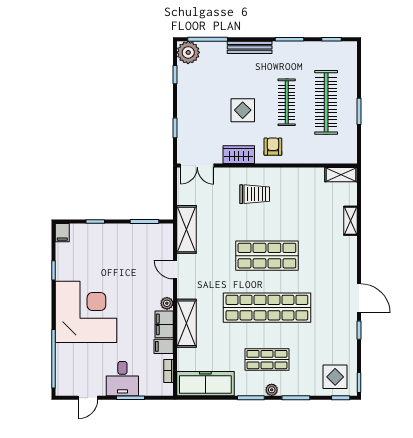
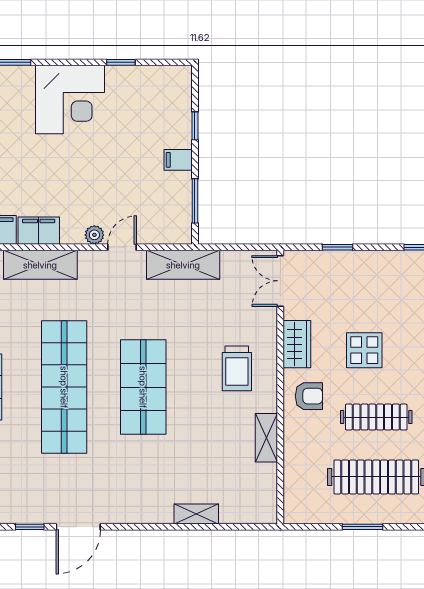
shelving: (341, 175) -> (266, 438), moved
filing cabinet: (62, 233) -> (178, 160), moved
plant: (167, 303) -> (94, 235), moved
corner desk: (86, 312) -> (70, 100), width x0.74, depth x0.74

